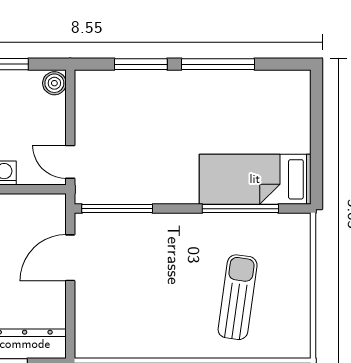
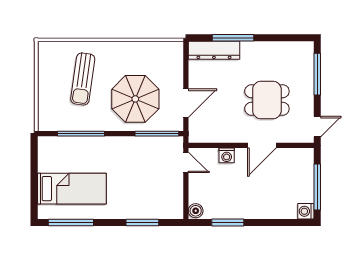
window: (218, 64) -> (71, 223), moved
bed: (255, 179) -> (72, 189), moved
parasol: (152, 265) -> (135, 99), added

